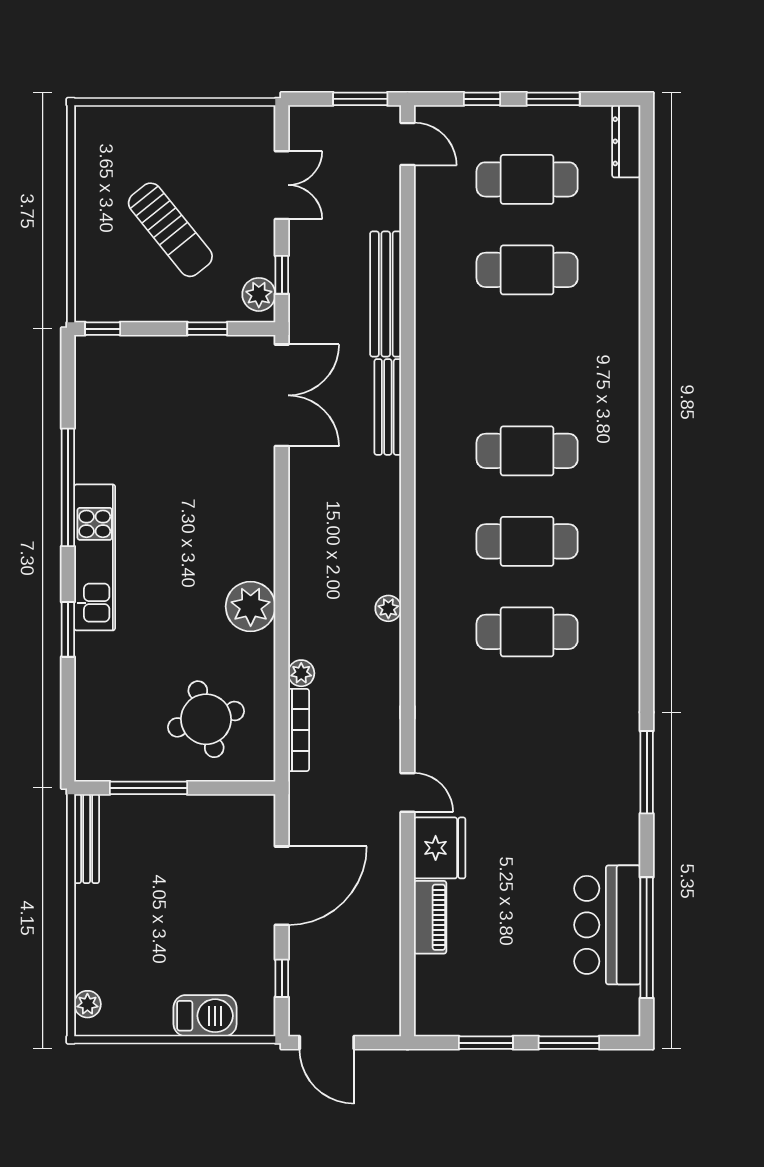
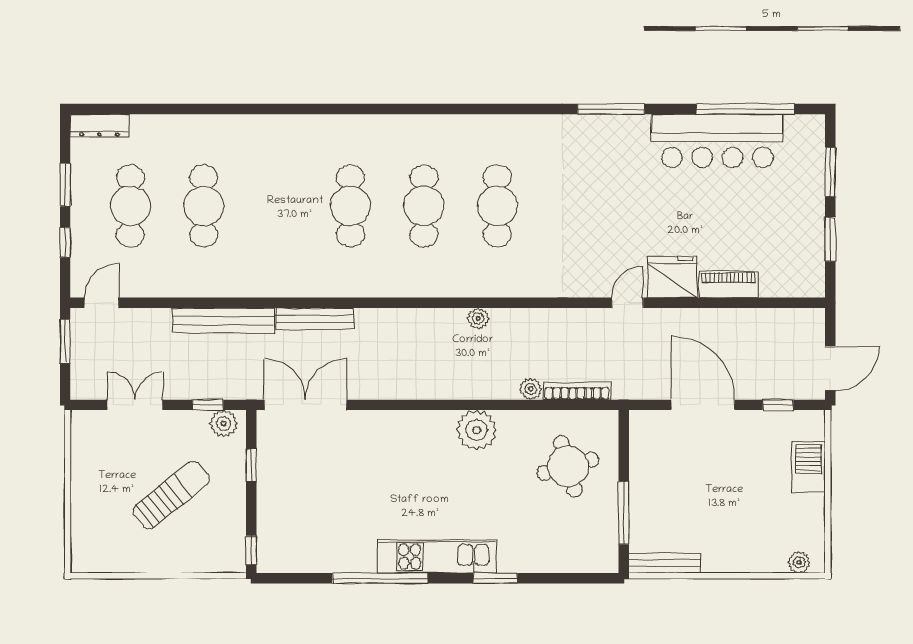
bar counter: (607, 925) -> (717, 141), width x1.36

